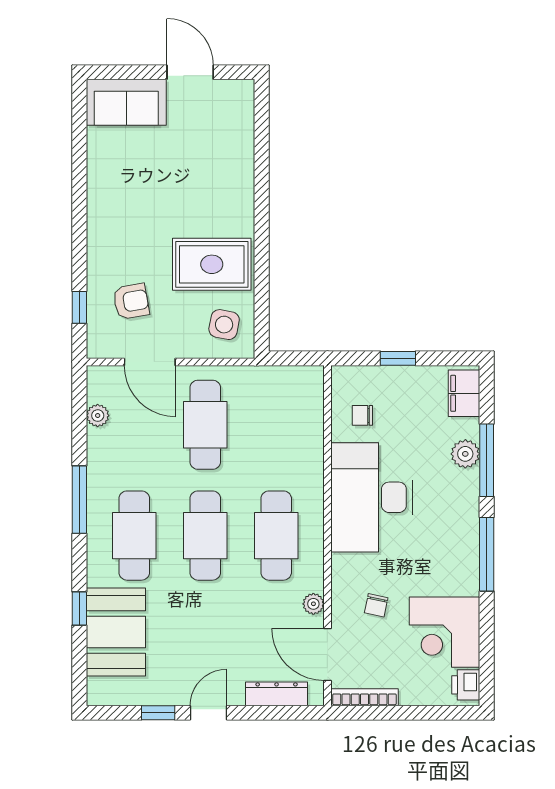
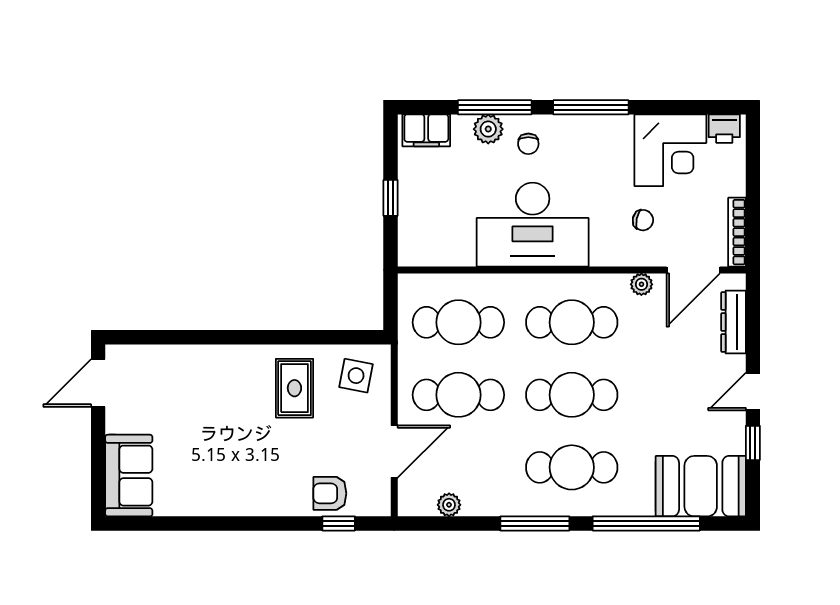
door: (190, 72) -> (98, 383), moved
rug: (212, 264) -> (294, 388), width x0.73, depth x0.70
armchair: (131, 301) -> (330, 493), moved, turned -80
chair: (362, 415) -> (528, 144), moved
cafe table: (276, 425) -> (458, 322), added
window: (79, 608) -> (646, 523), width x3.17
booth: (116, 632) -> (701, 486), moved
door: (208, 713) -> (753, 392), hinge flipped

